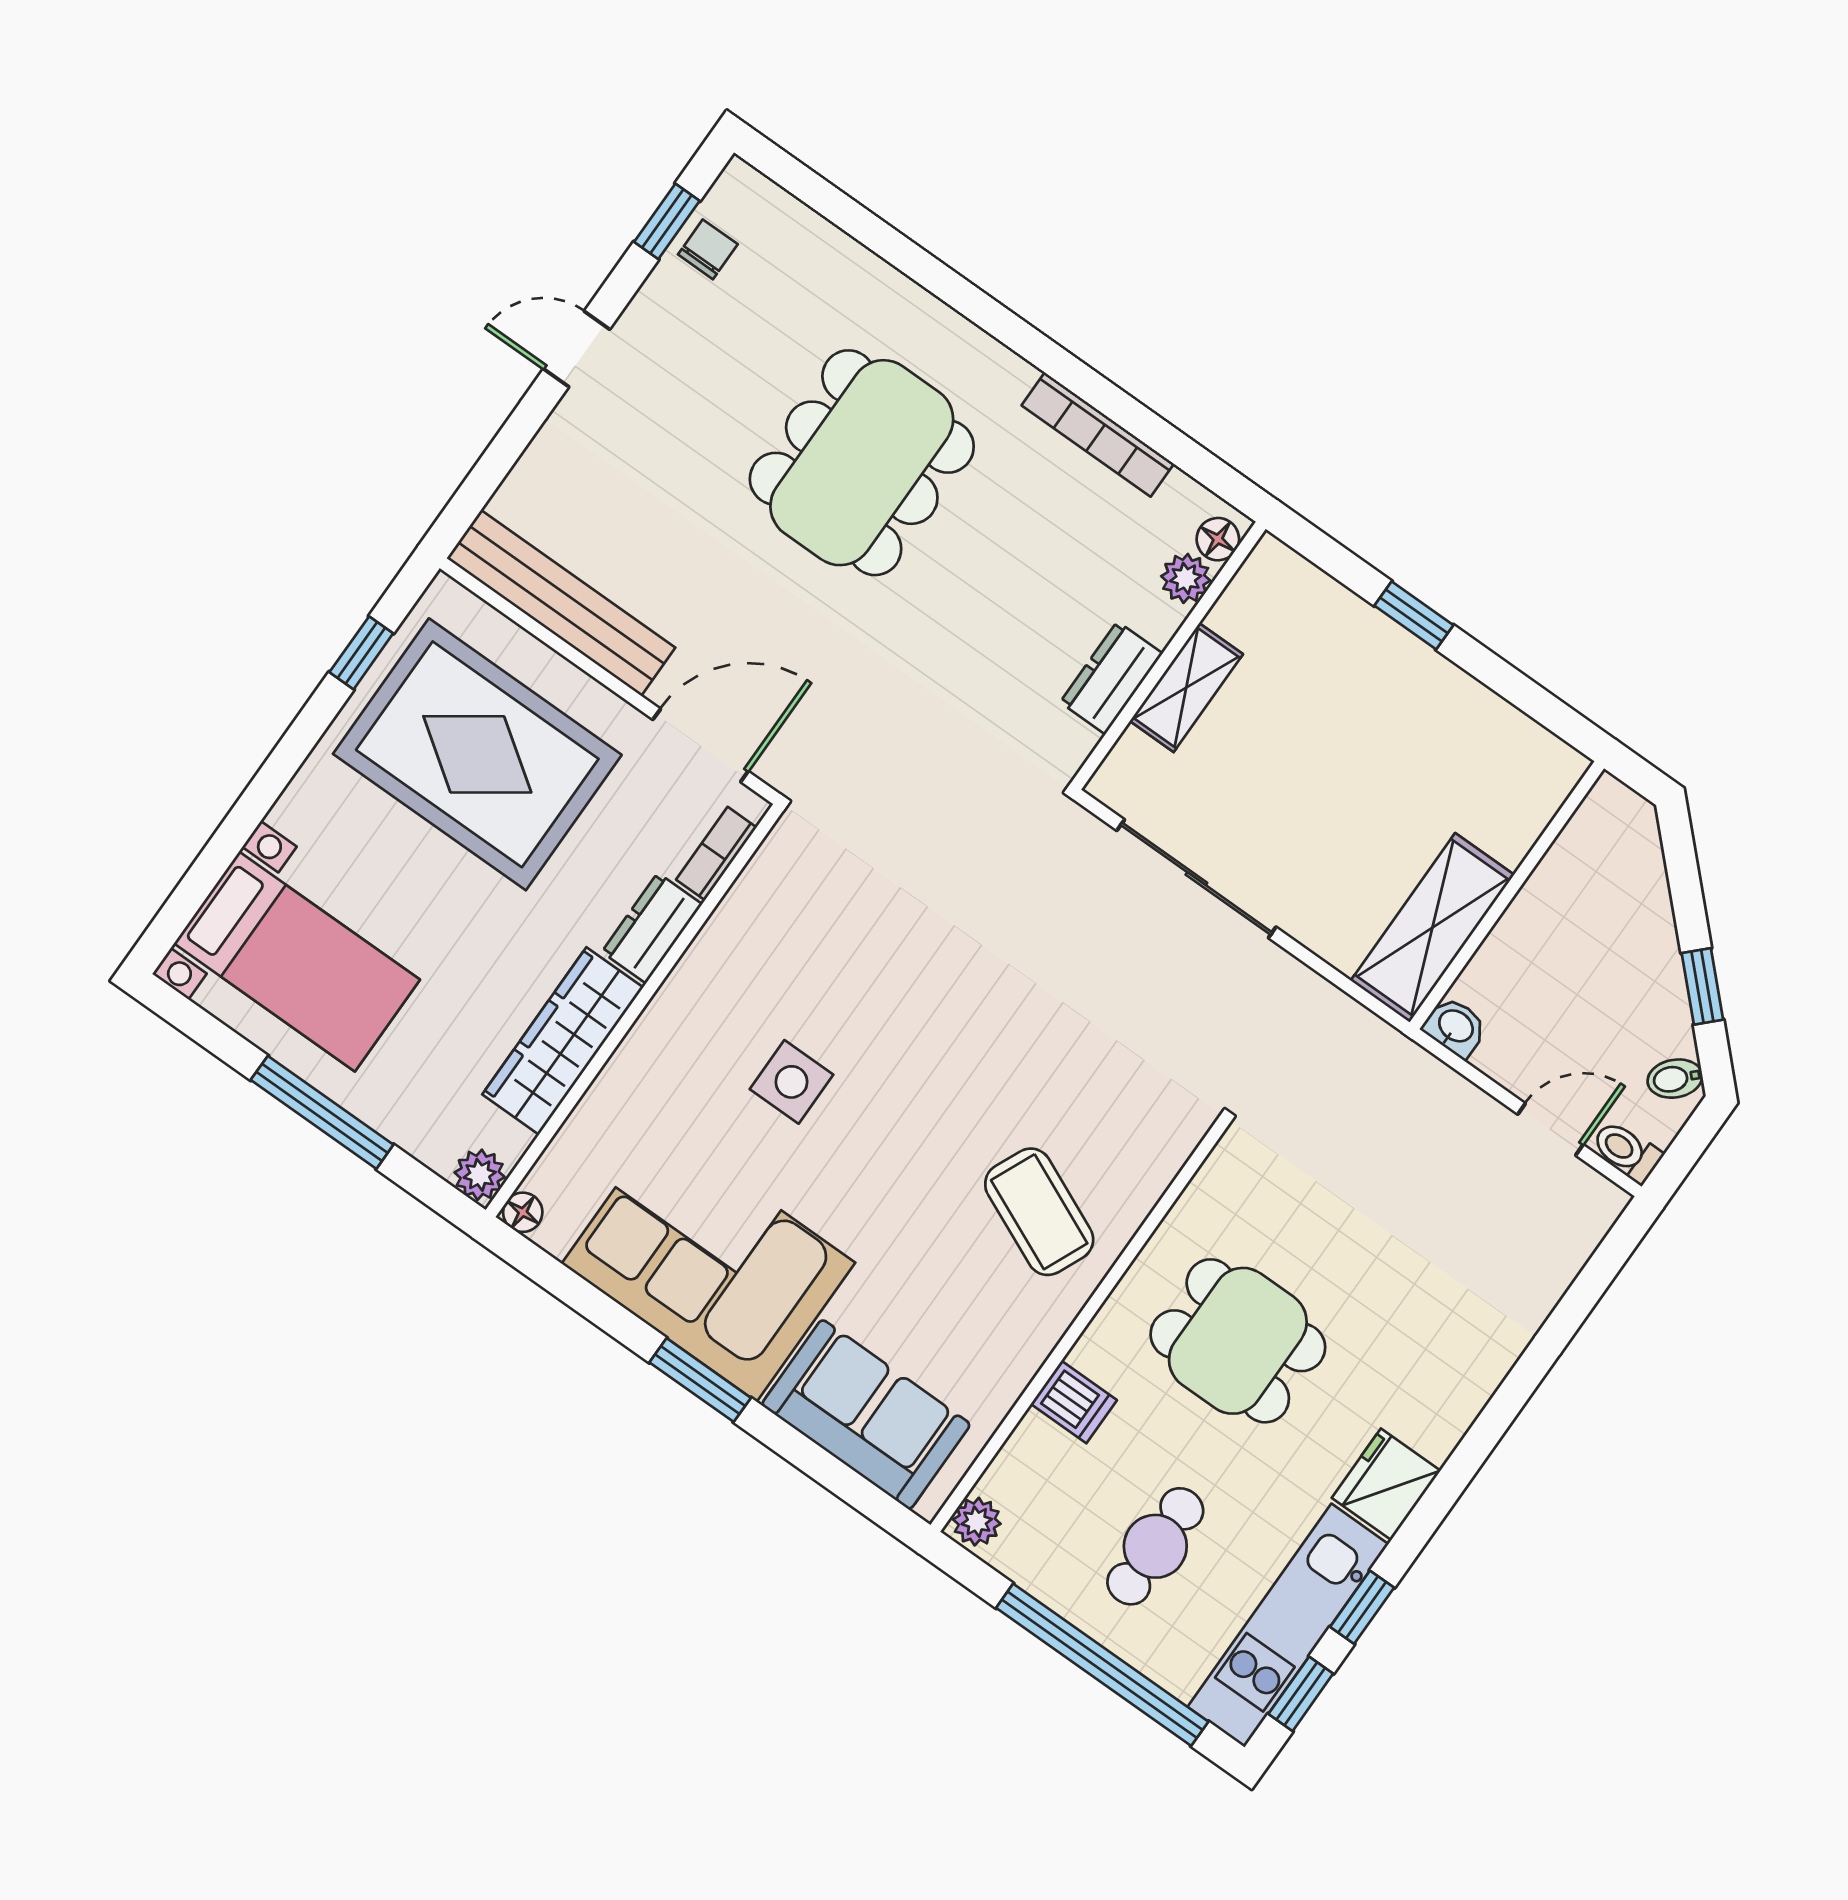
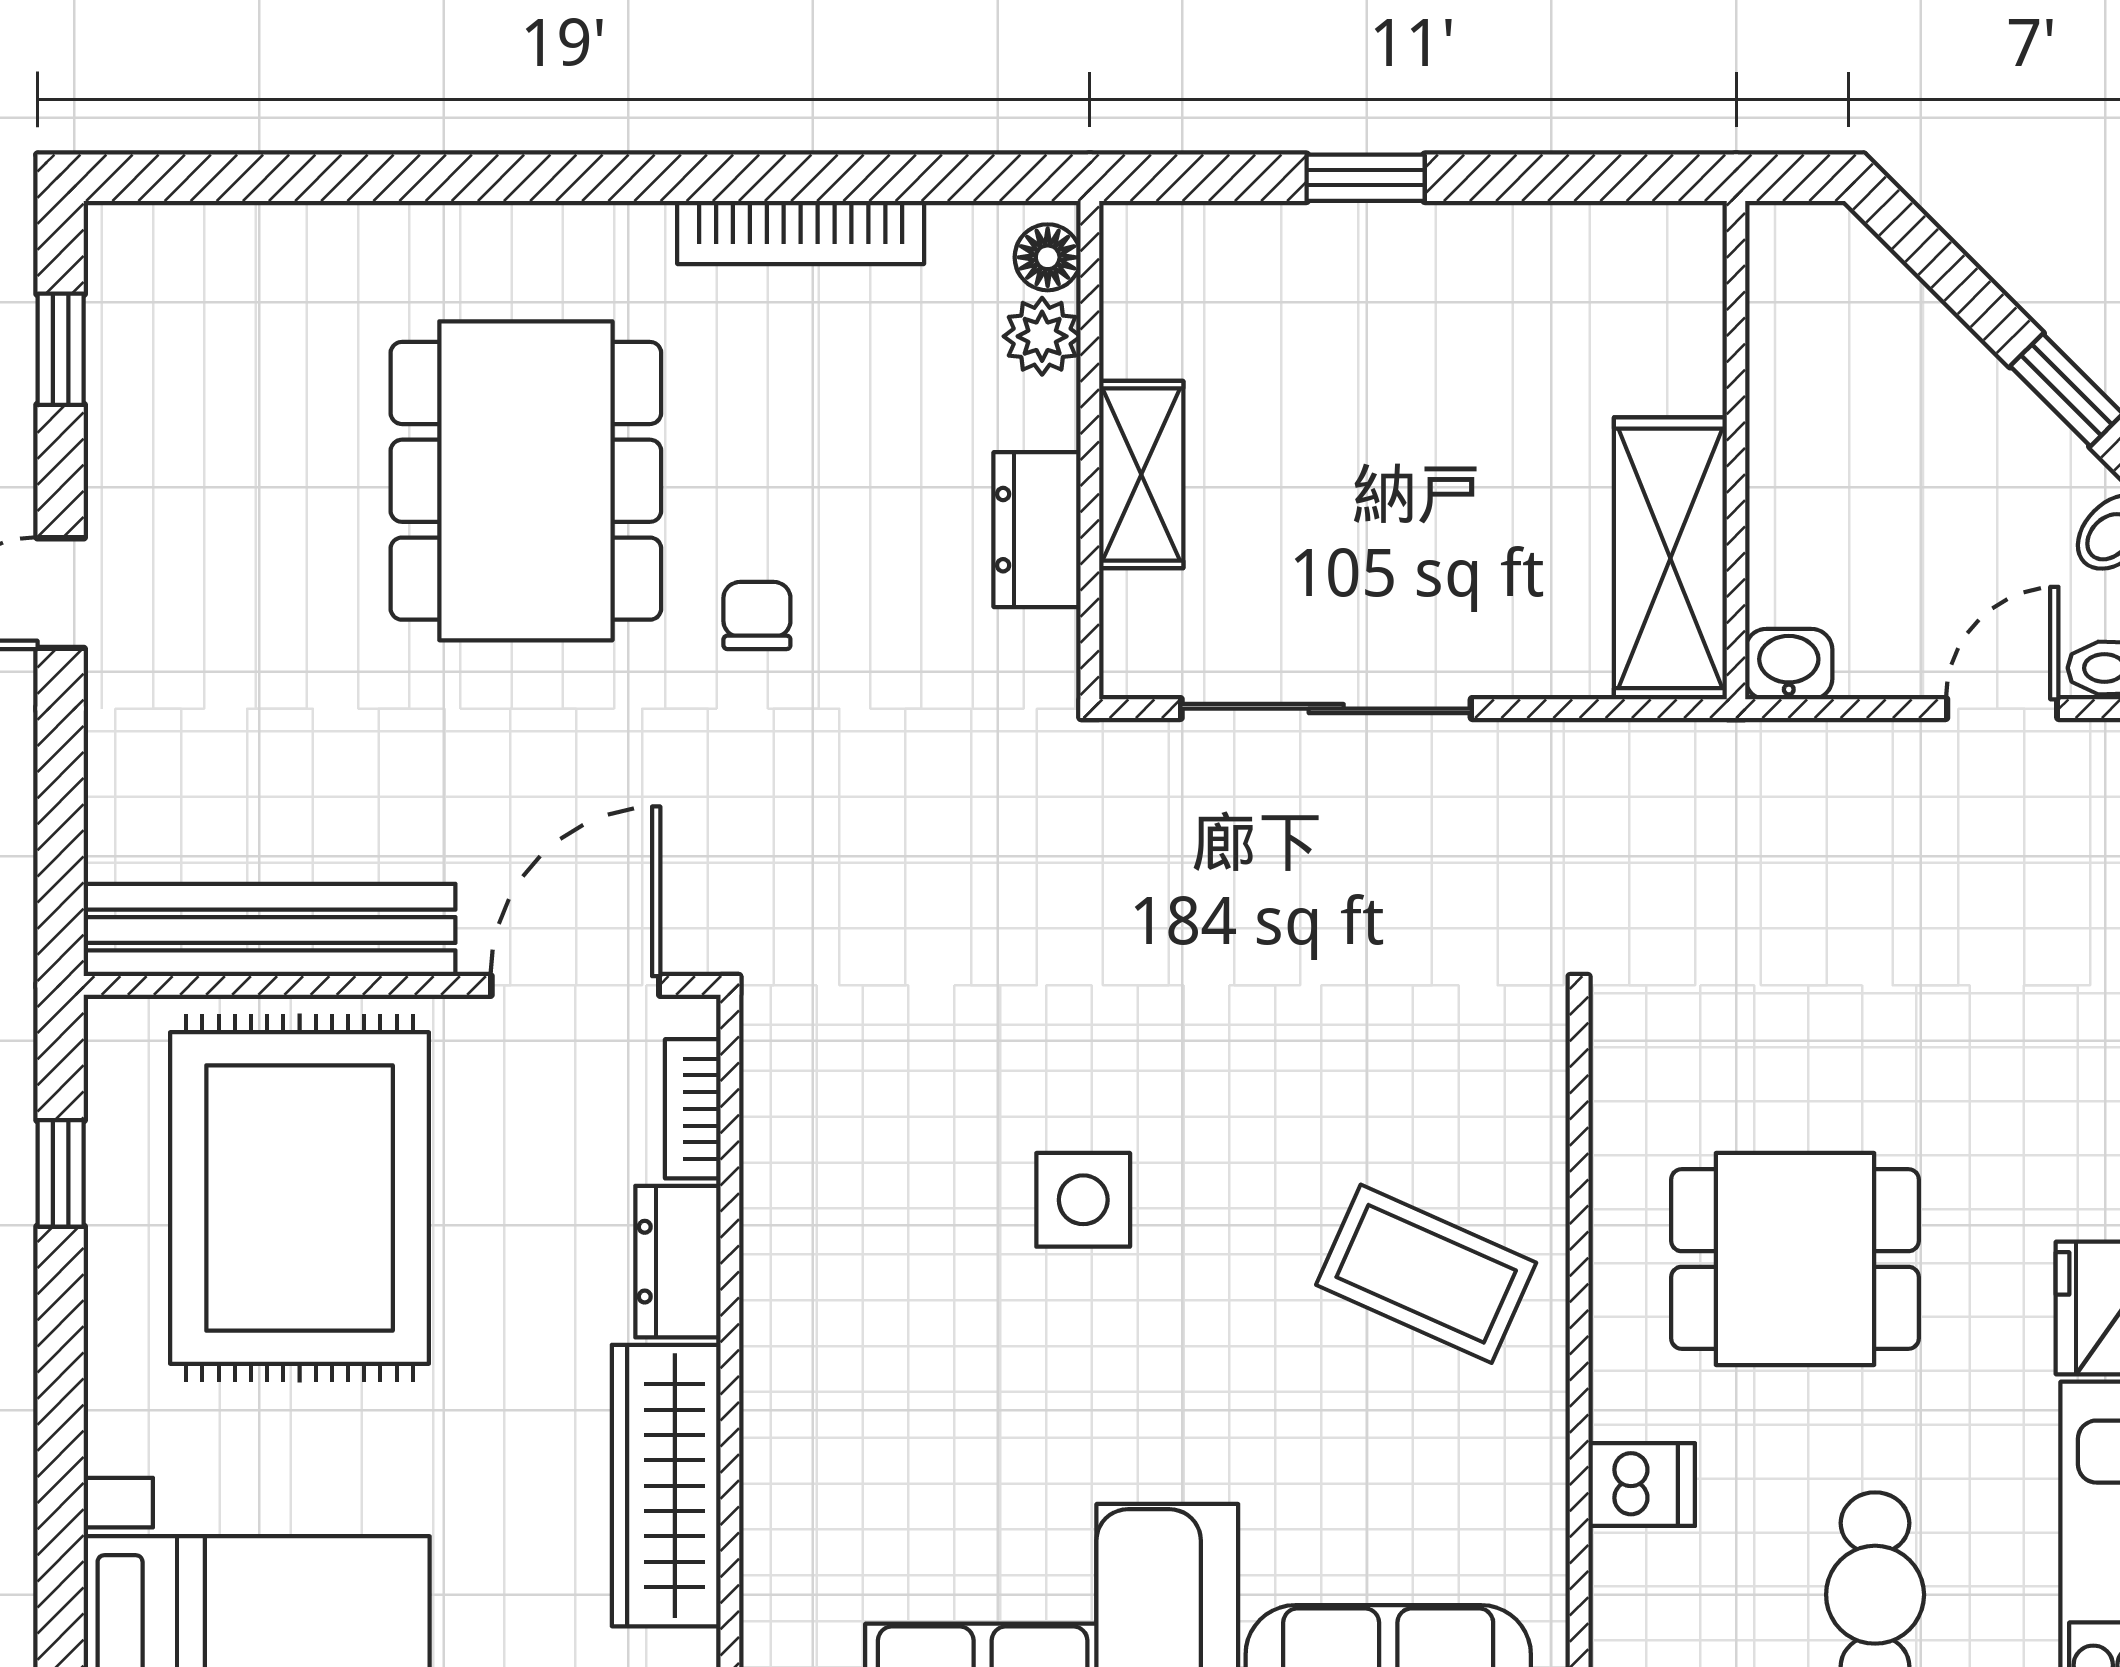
chair: (708, 249) -> (757, 616), moved
rug: (477, 754) -> (300, 1198), turned 90
side table: (791, 1082) -> (1083, 1200), moved

